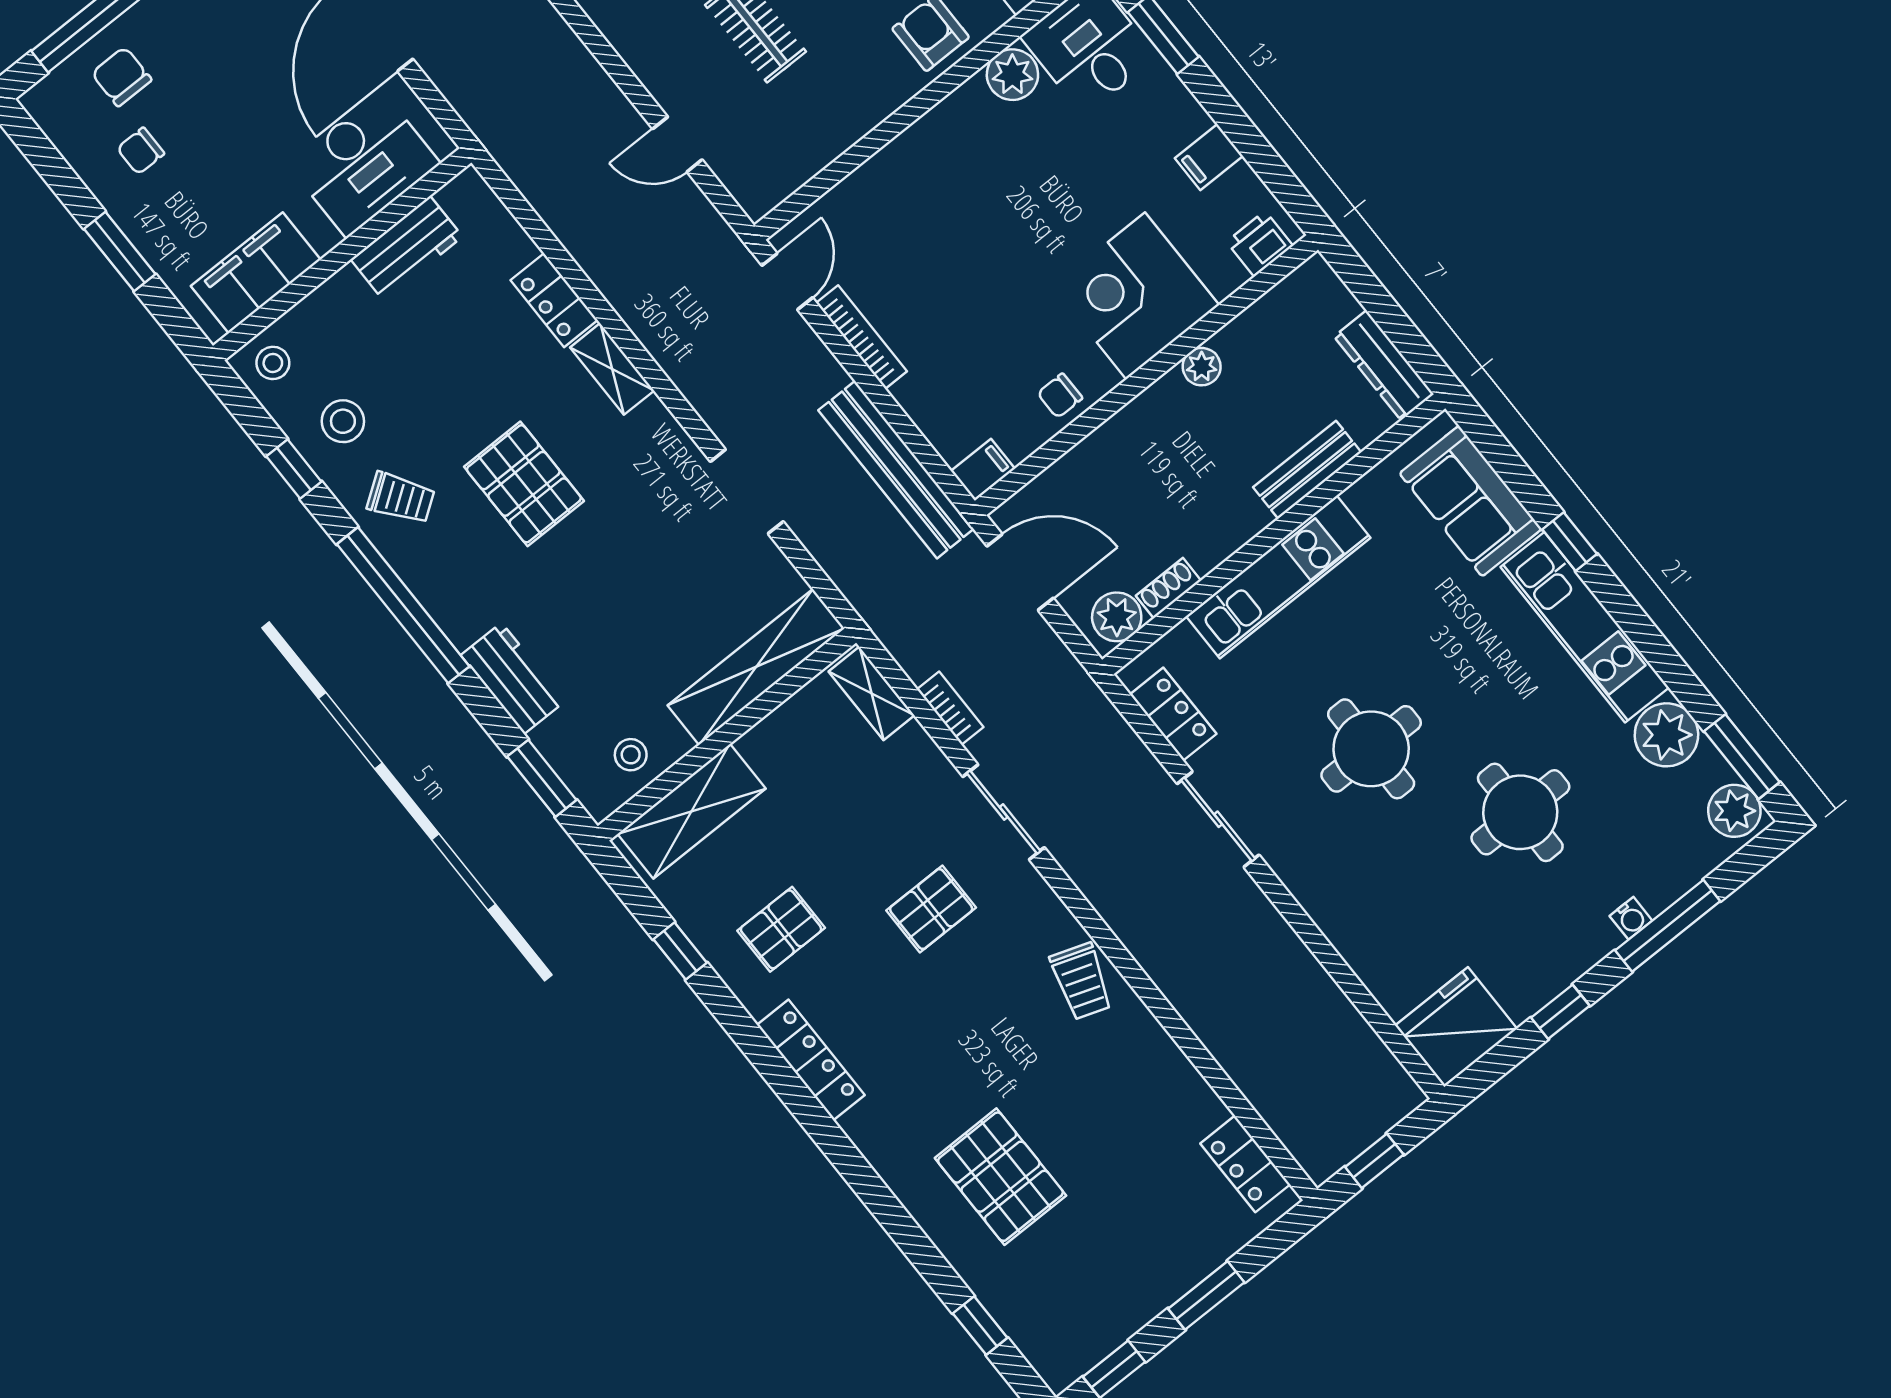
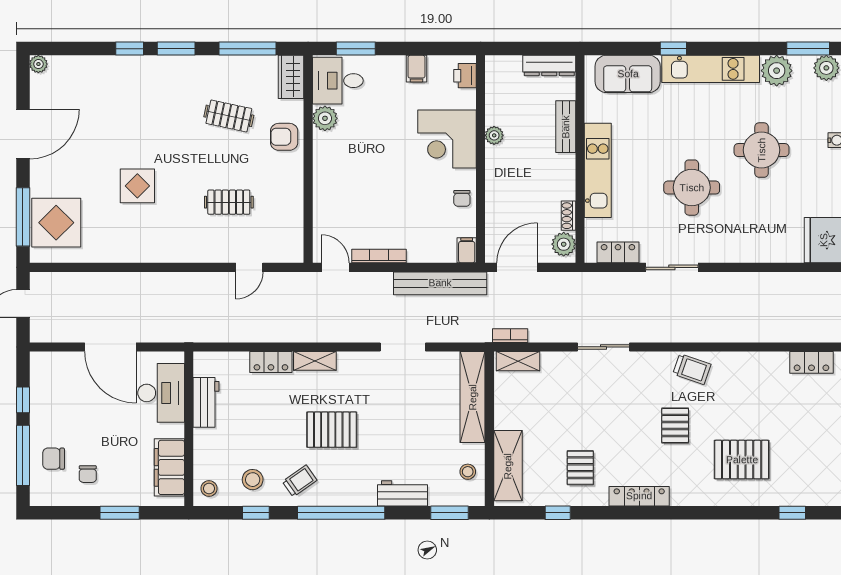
bookcase: (950, 708) -> (510, 336), moved
pallet: (931, 909) -> (675, 425), moved

